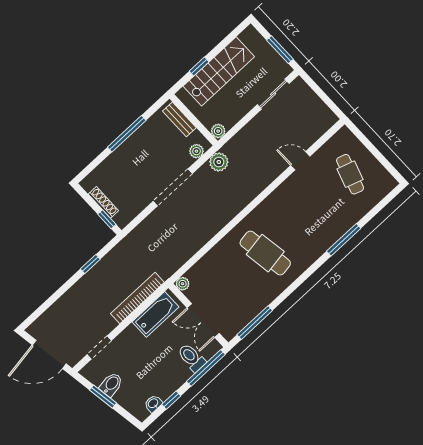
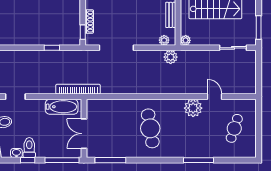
doorway: (173, 187) -> (116, 48), moved
plant: (183, 284) -> (193, 108), moved, width x1.88, depth x1.88
bookcase: (137, 298) -> (78, 89), moved
toilet: (192, 358) -> (29, 148), moved

